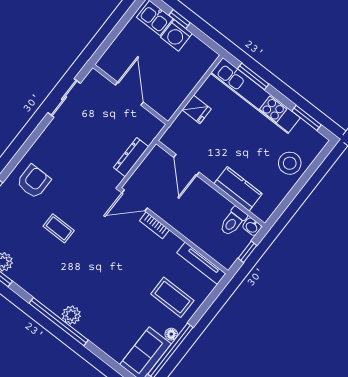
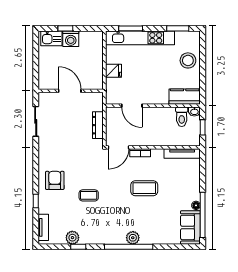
kitchen counter: (238, 189) -> (185, 97), moved
coffee table: (172, 297) -> (144, 188), moved

